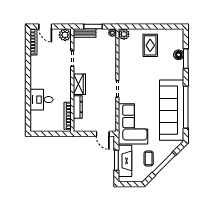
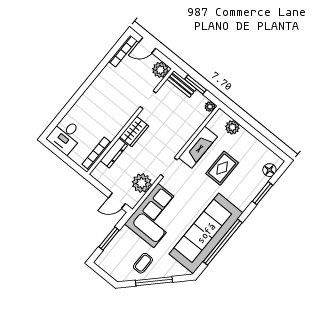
door: (45, 27) -> (147, 45), hinge flipped
plant: (124, 34) -> (232, 127), moved
rug: (150, 45) -> (222, 168), moved
floor lamp: (179, 55) -> (269, 170), moved
desk: (41, 100) -> (65, 136), moved, turned -90
plant: (109, 111) -> (142, 183), added
door: (103, 134) -> (117, 201), hinge flipped
fireplace: (125, 161) -> (198, 147), moved

